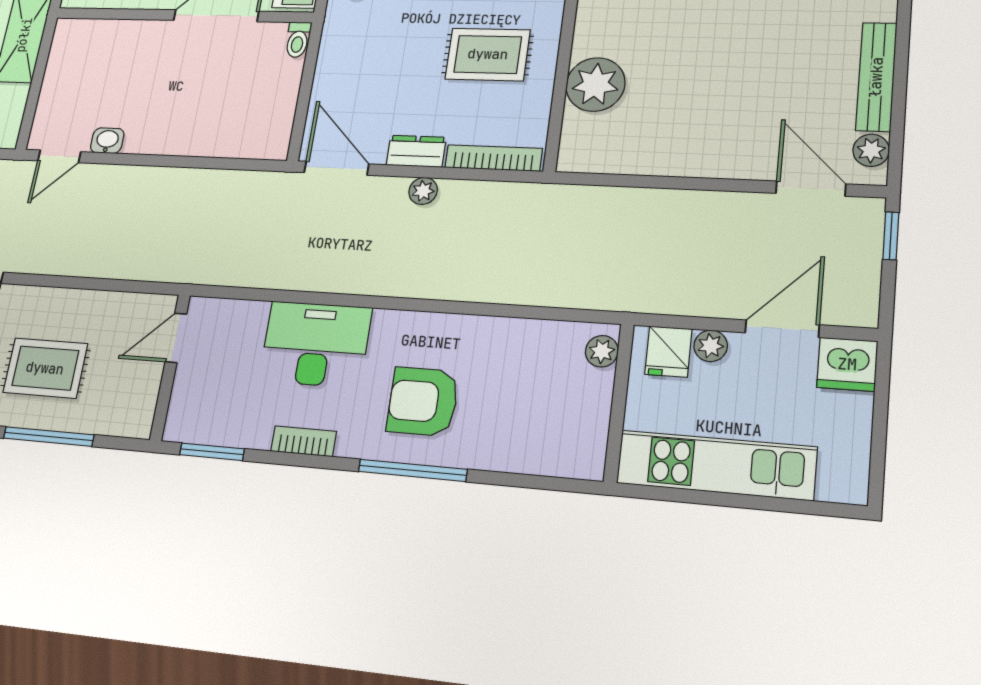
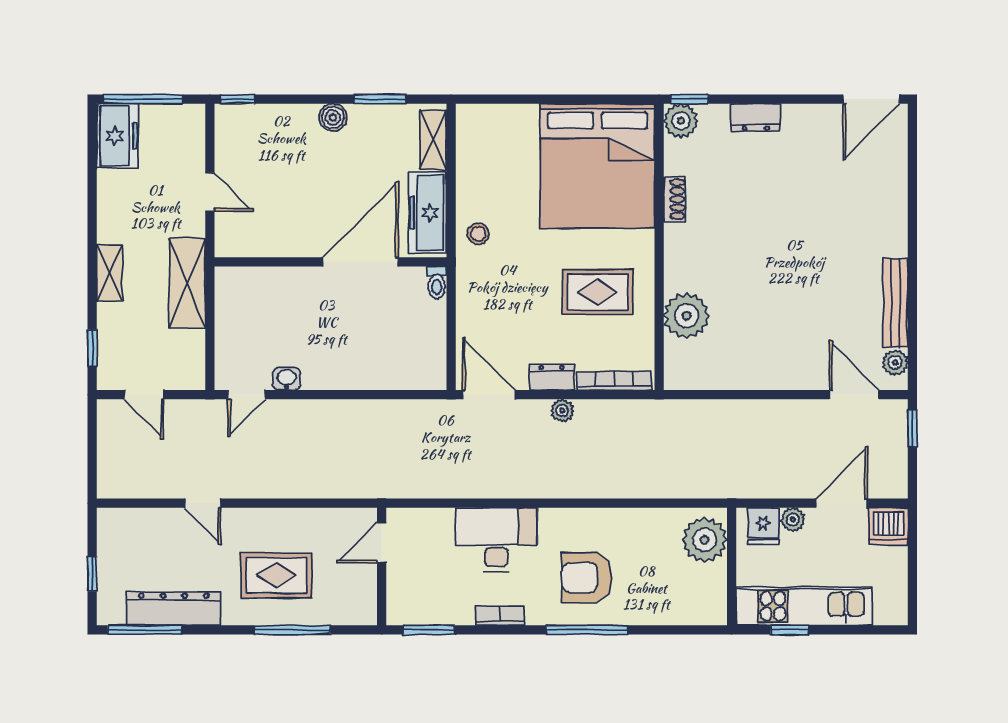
plant: (602, 351) -> (705, 540), width x1.87, depth x1.87
window: (692, 496) -> (790, 630), added

